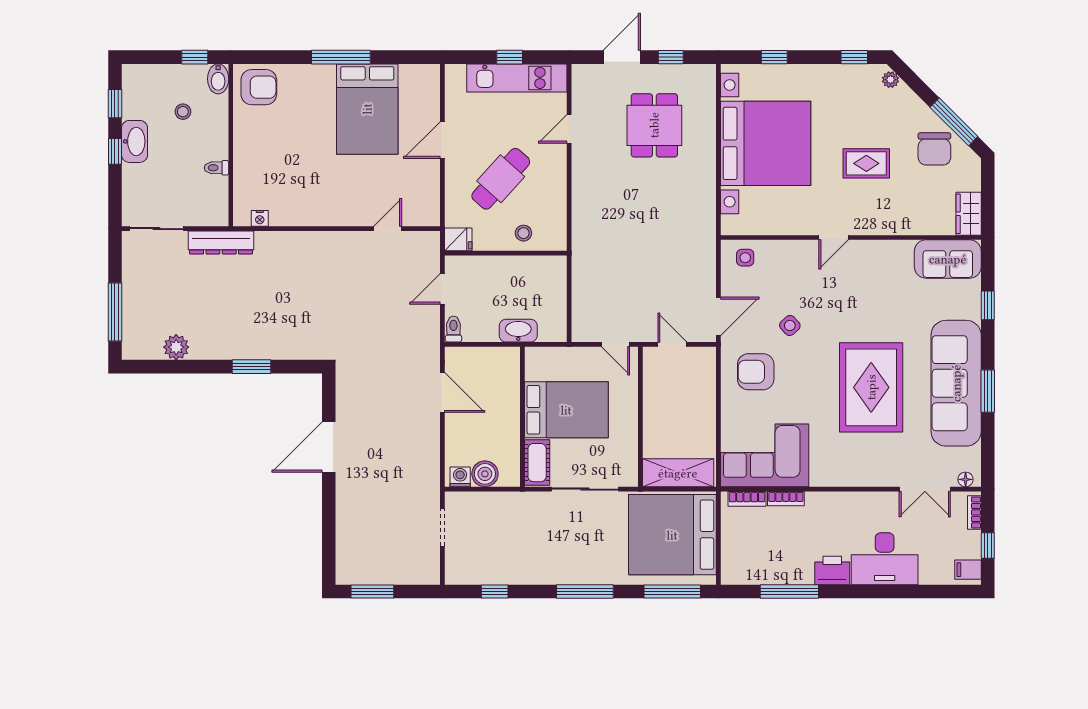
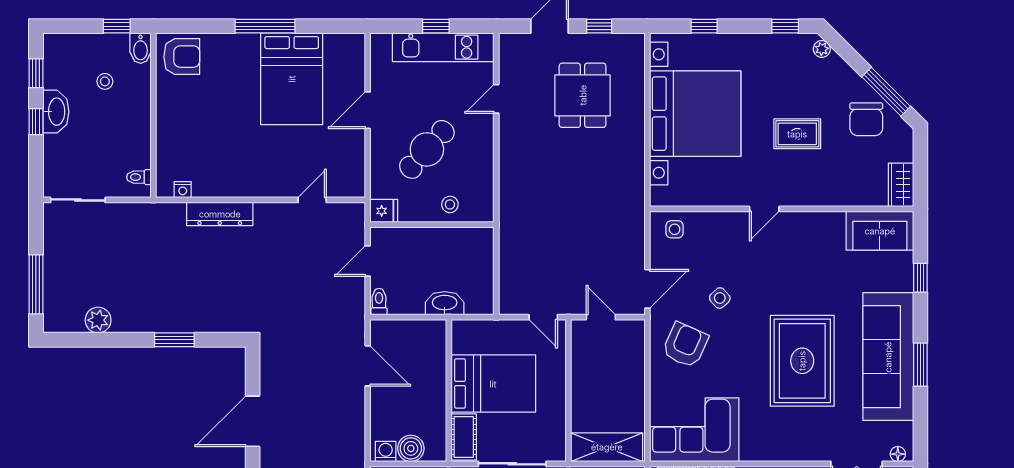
toilet: (216, 168) -> (139, 177), moved
dresser: (221, 242) -> (220, 214), moved
armchair: (756, 372) -> (685, 345), turned 114

